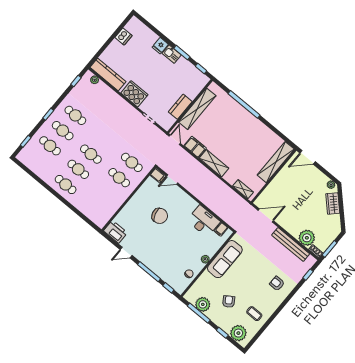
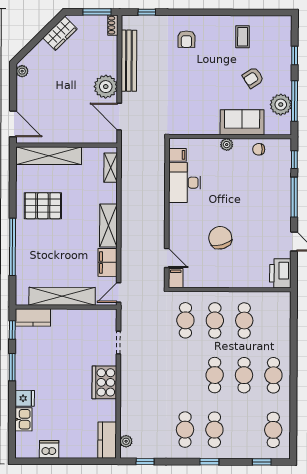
kitchen sink: (172, 54) -> (23, 419), moved
kitchen counter: (108, 74) -> (107, 440), width x0.67
kitchen counter: (180, 107) -> (33, 317), moved
pallet: (252, 138) -> (43, 206), added
cafe table: (50, 146) -> (273, 430), moved
cafe table: (106, 193) -> (244, 321), added
wardrobe: (333, 203) -> (60, 33), moved
plant: (307, 238) -> (106, 87), moved
sofa: (225, 259) -> (242, 122), moved, width x0.73
plant: (238, 333) -> (280, 37), removed

